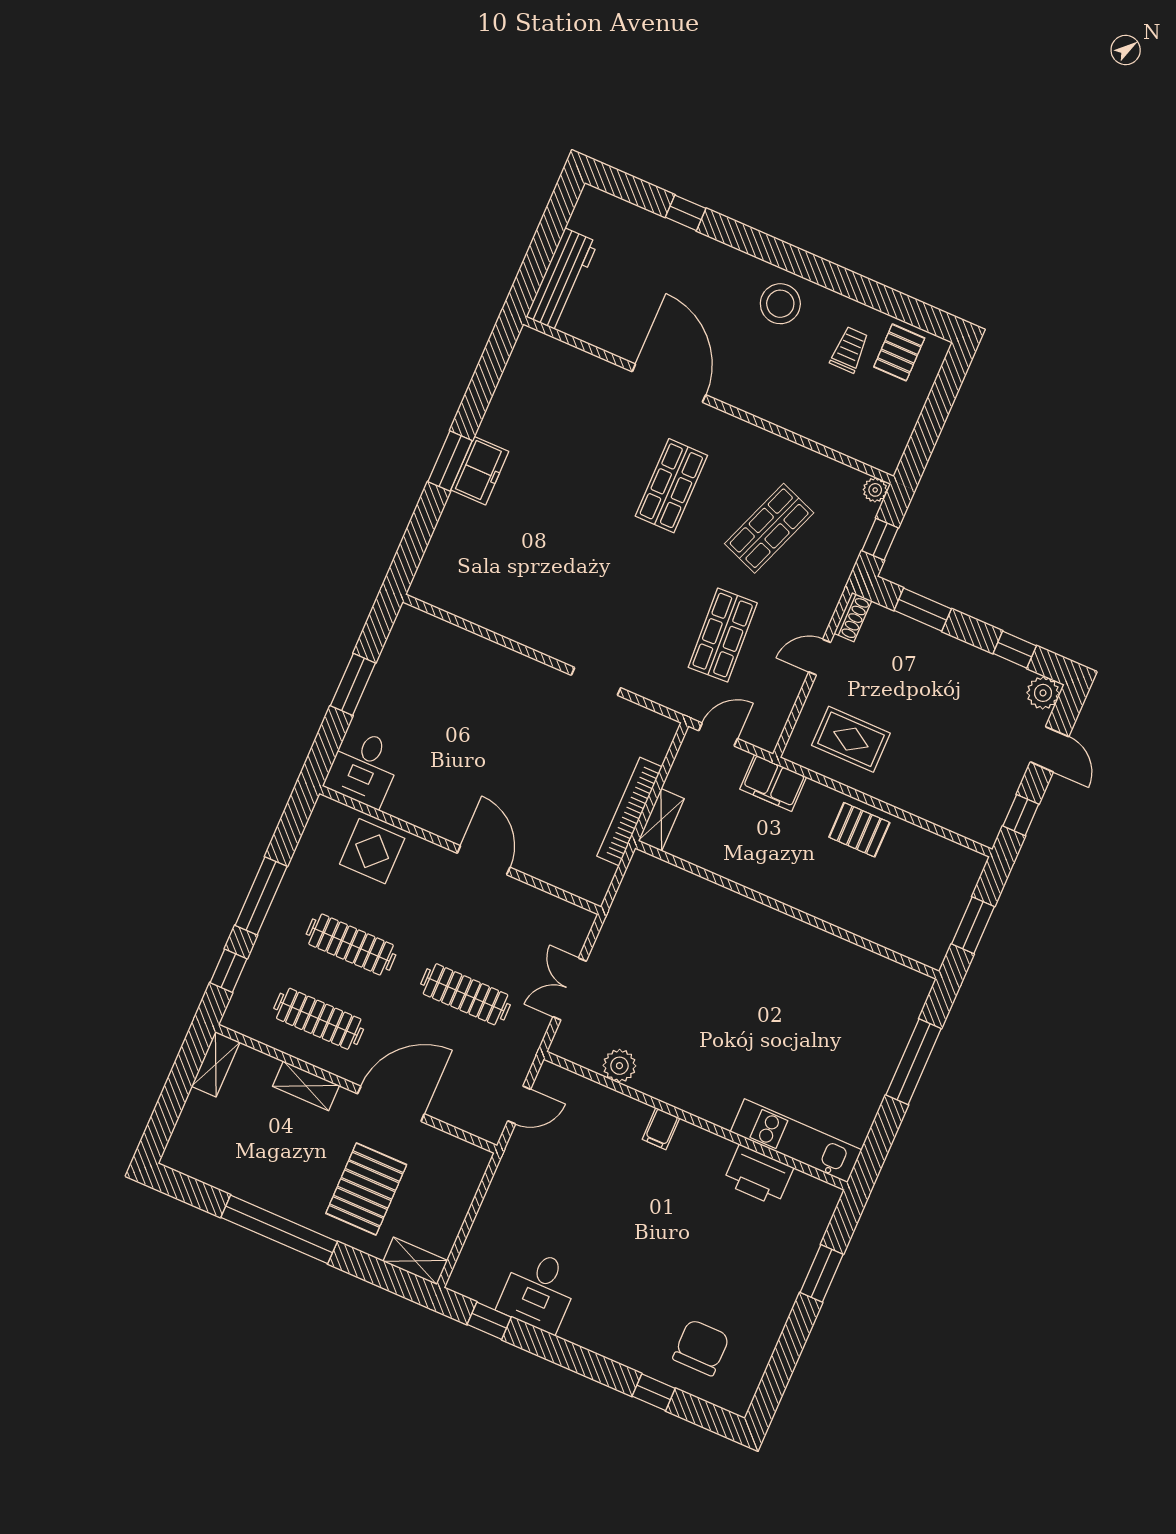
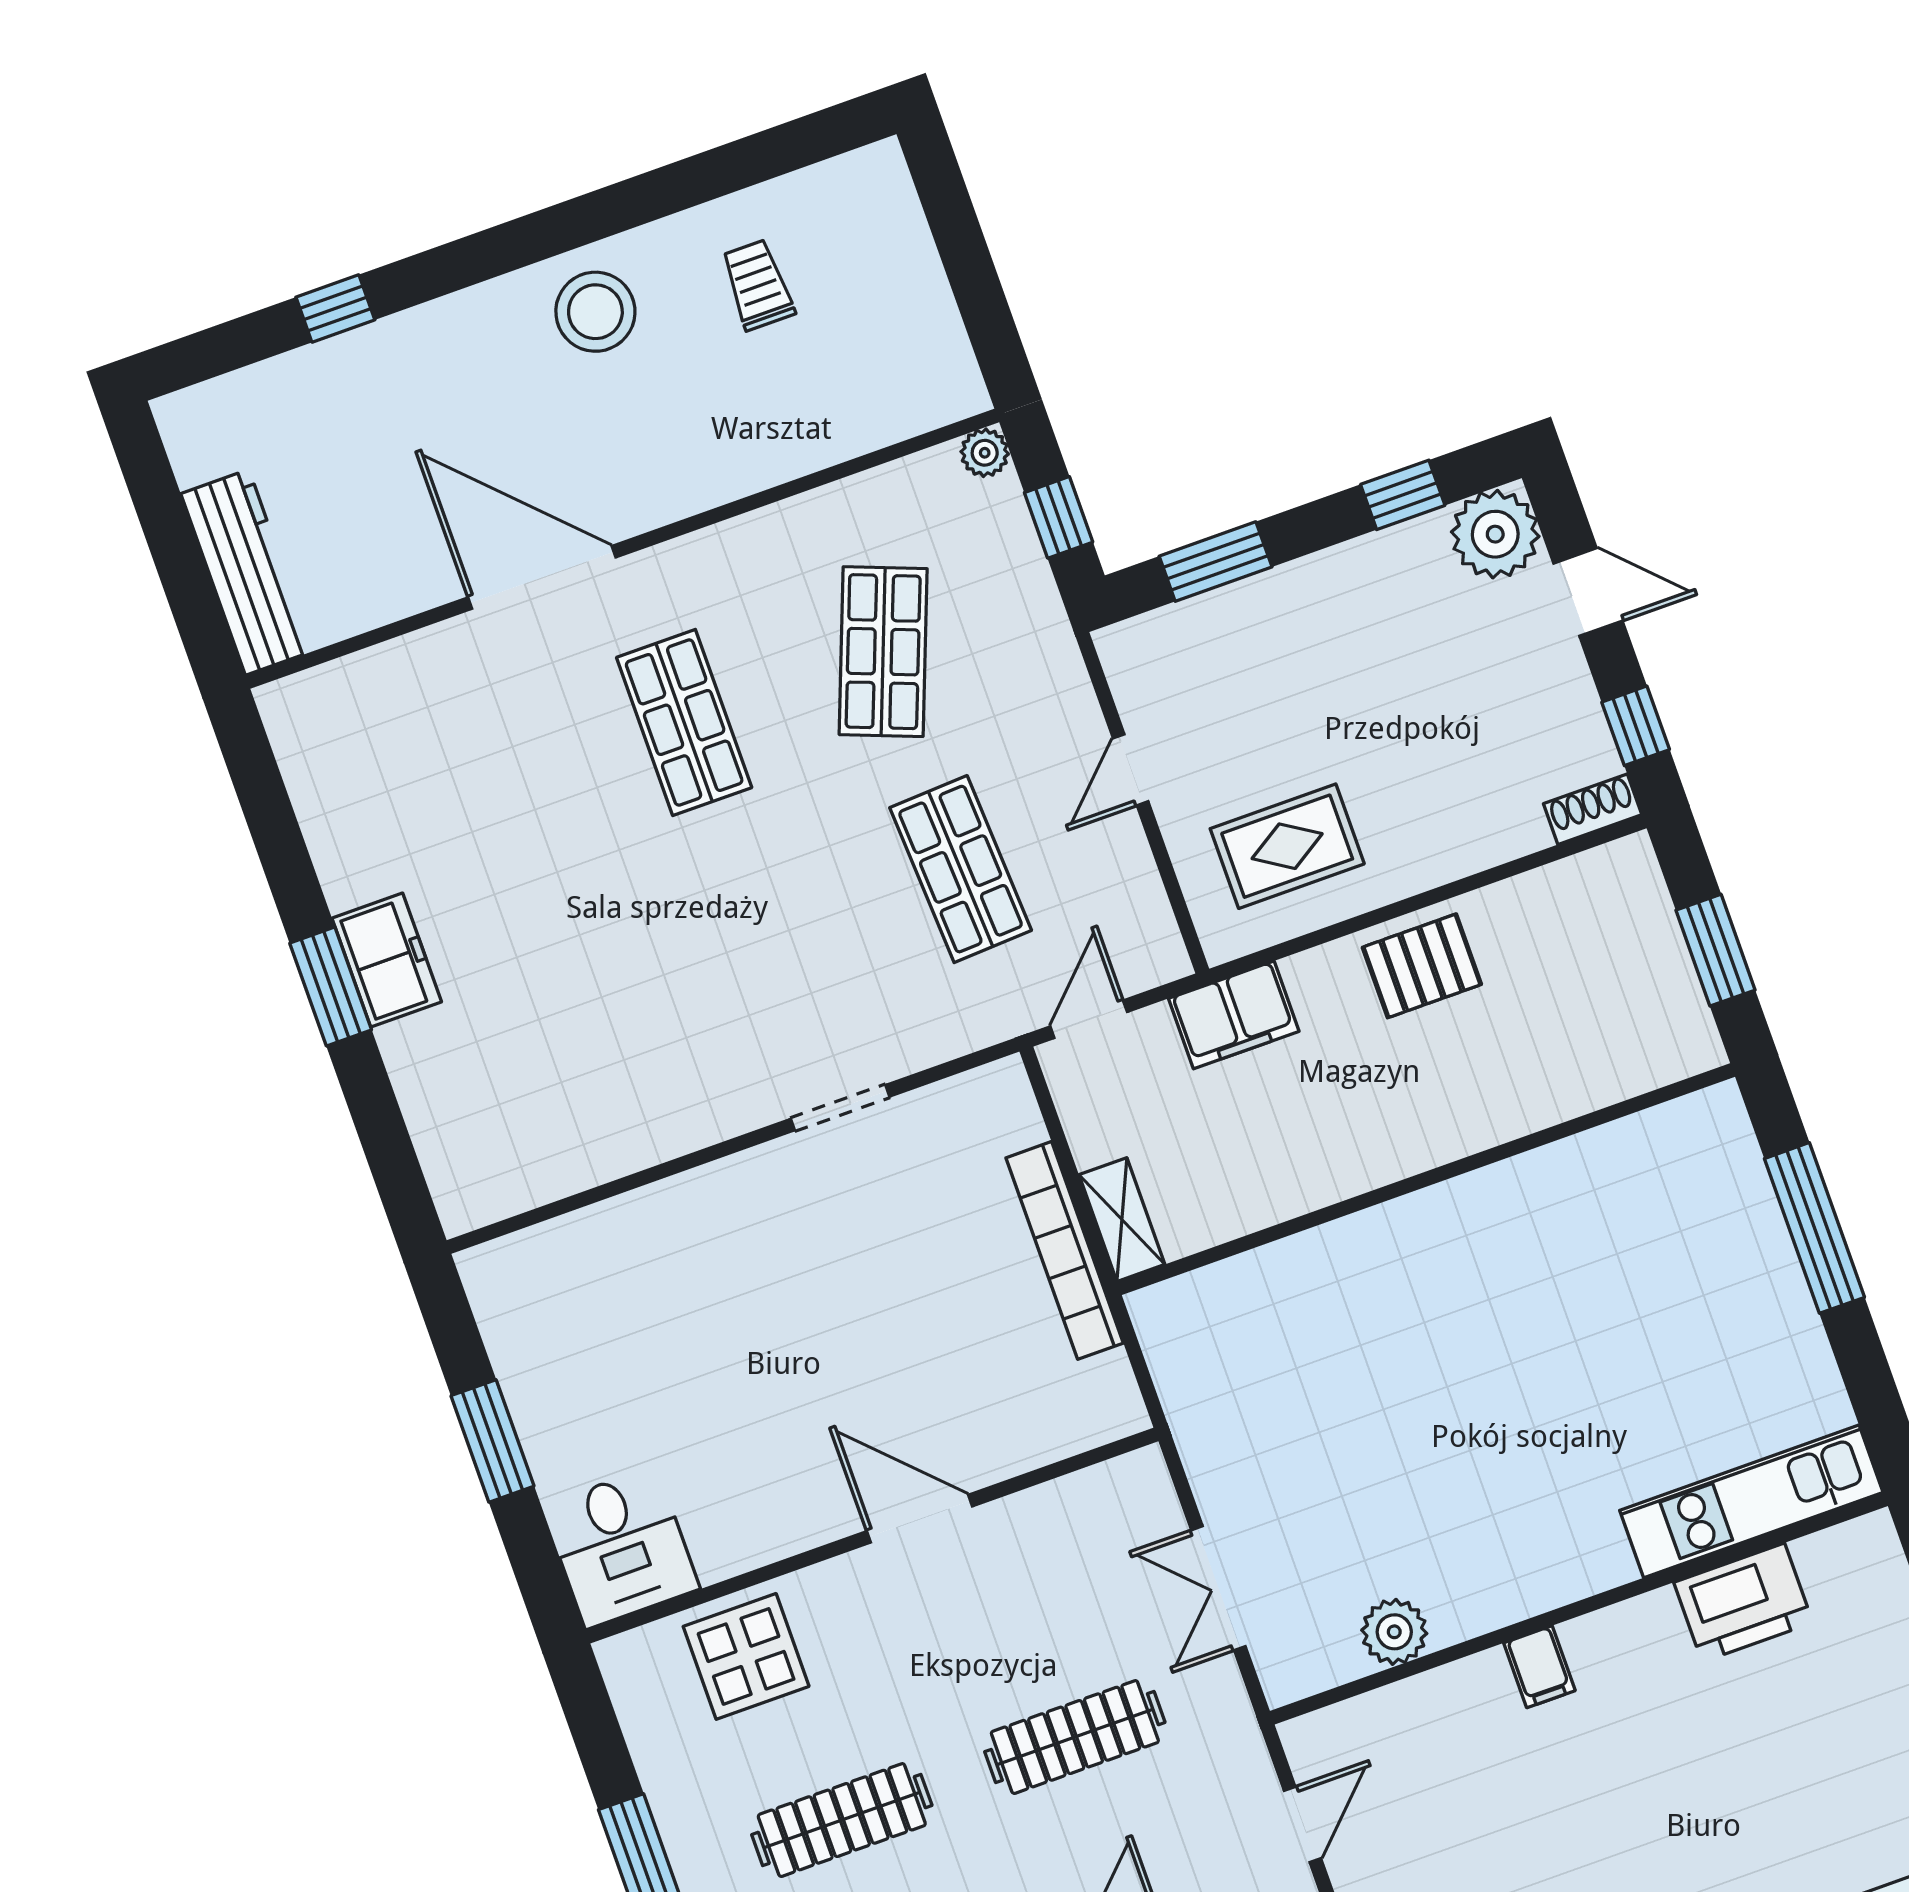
pallet: (899, 352) -> (833, 221), removed
shoe rack: (853, 617) -> (1593, 809), moved, turned -90
plant: (1043, 693) -> (1495, 534), width x1.36, depth x1.36

